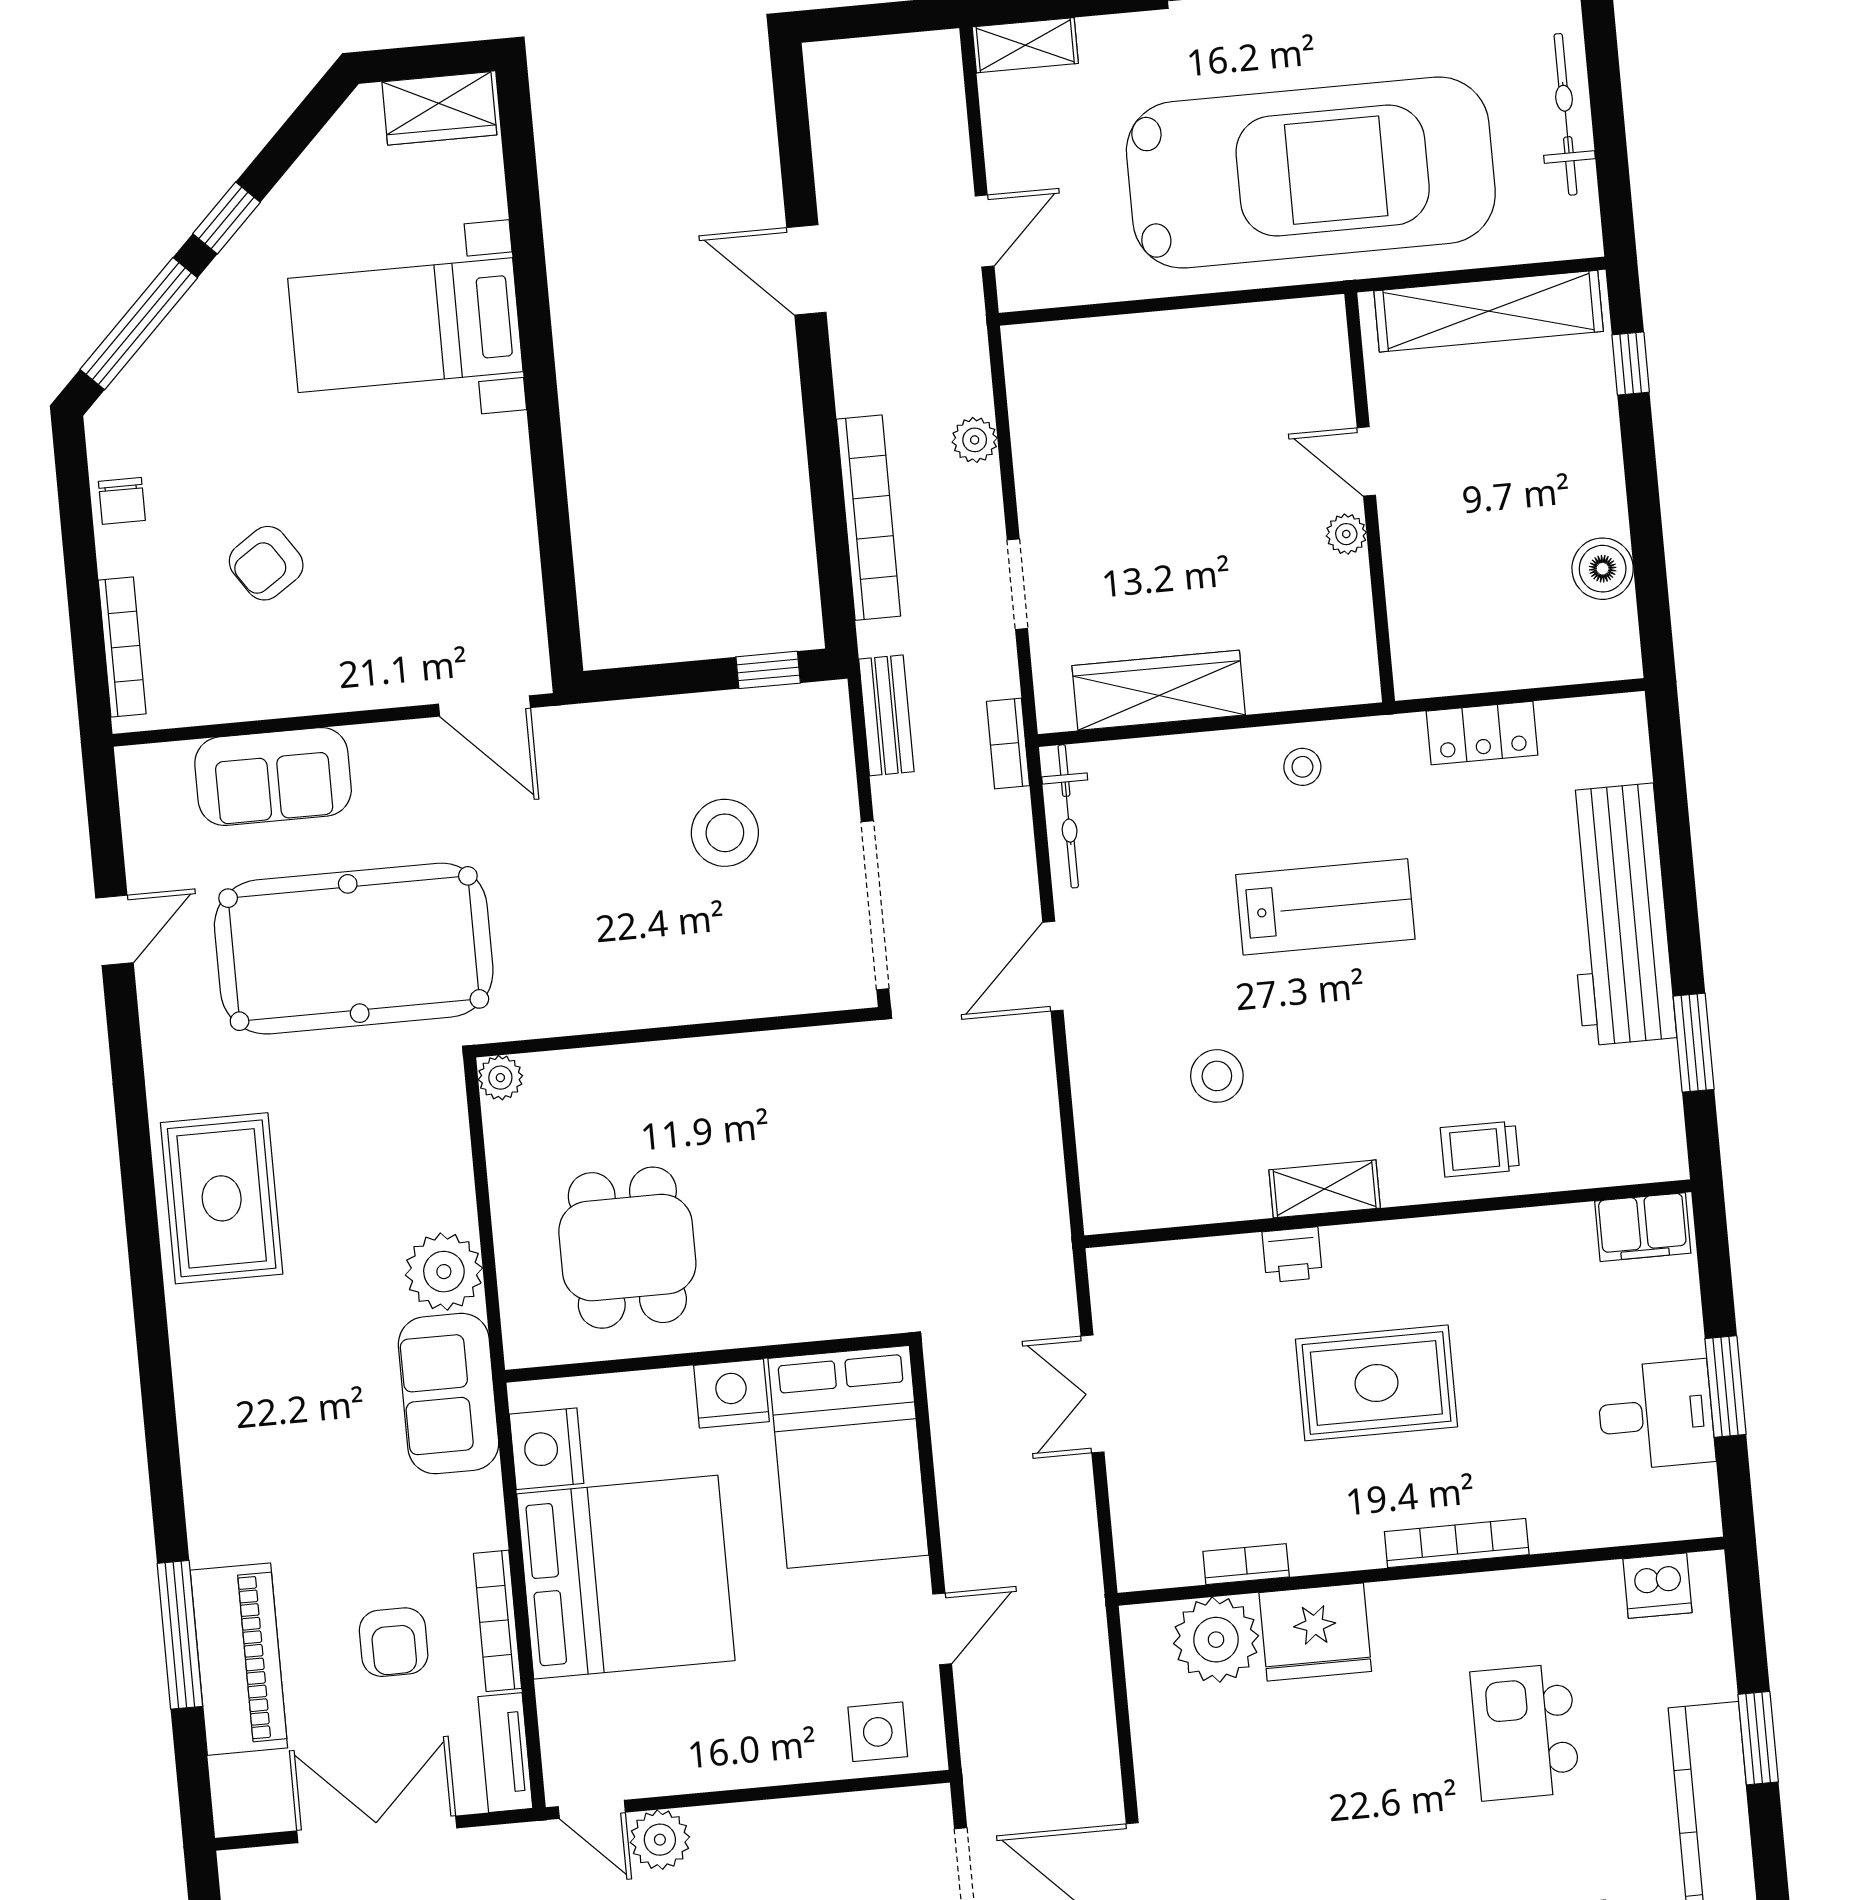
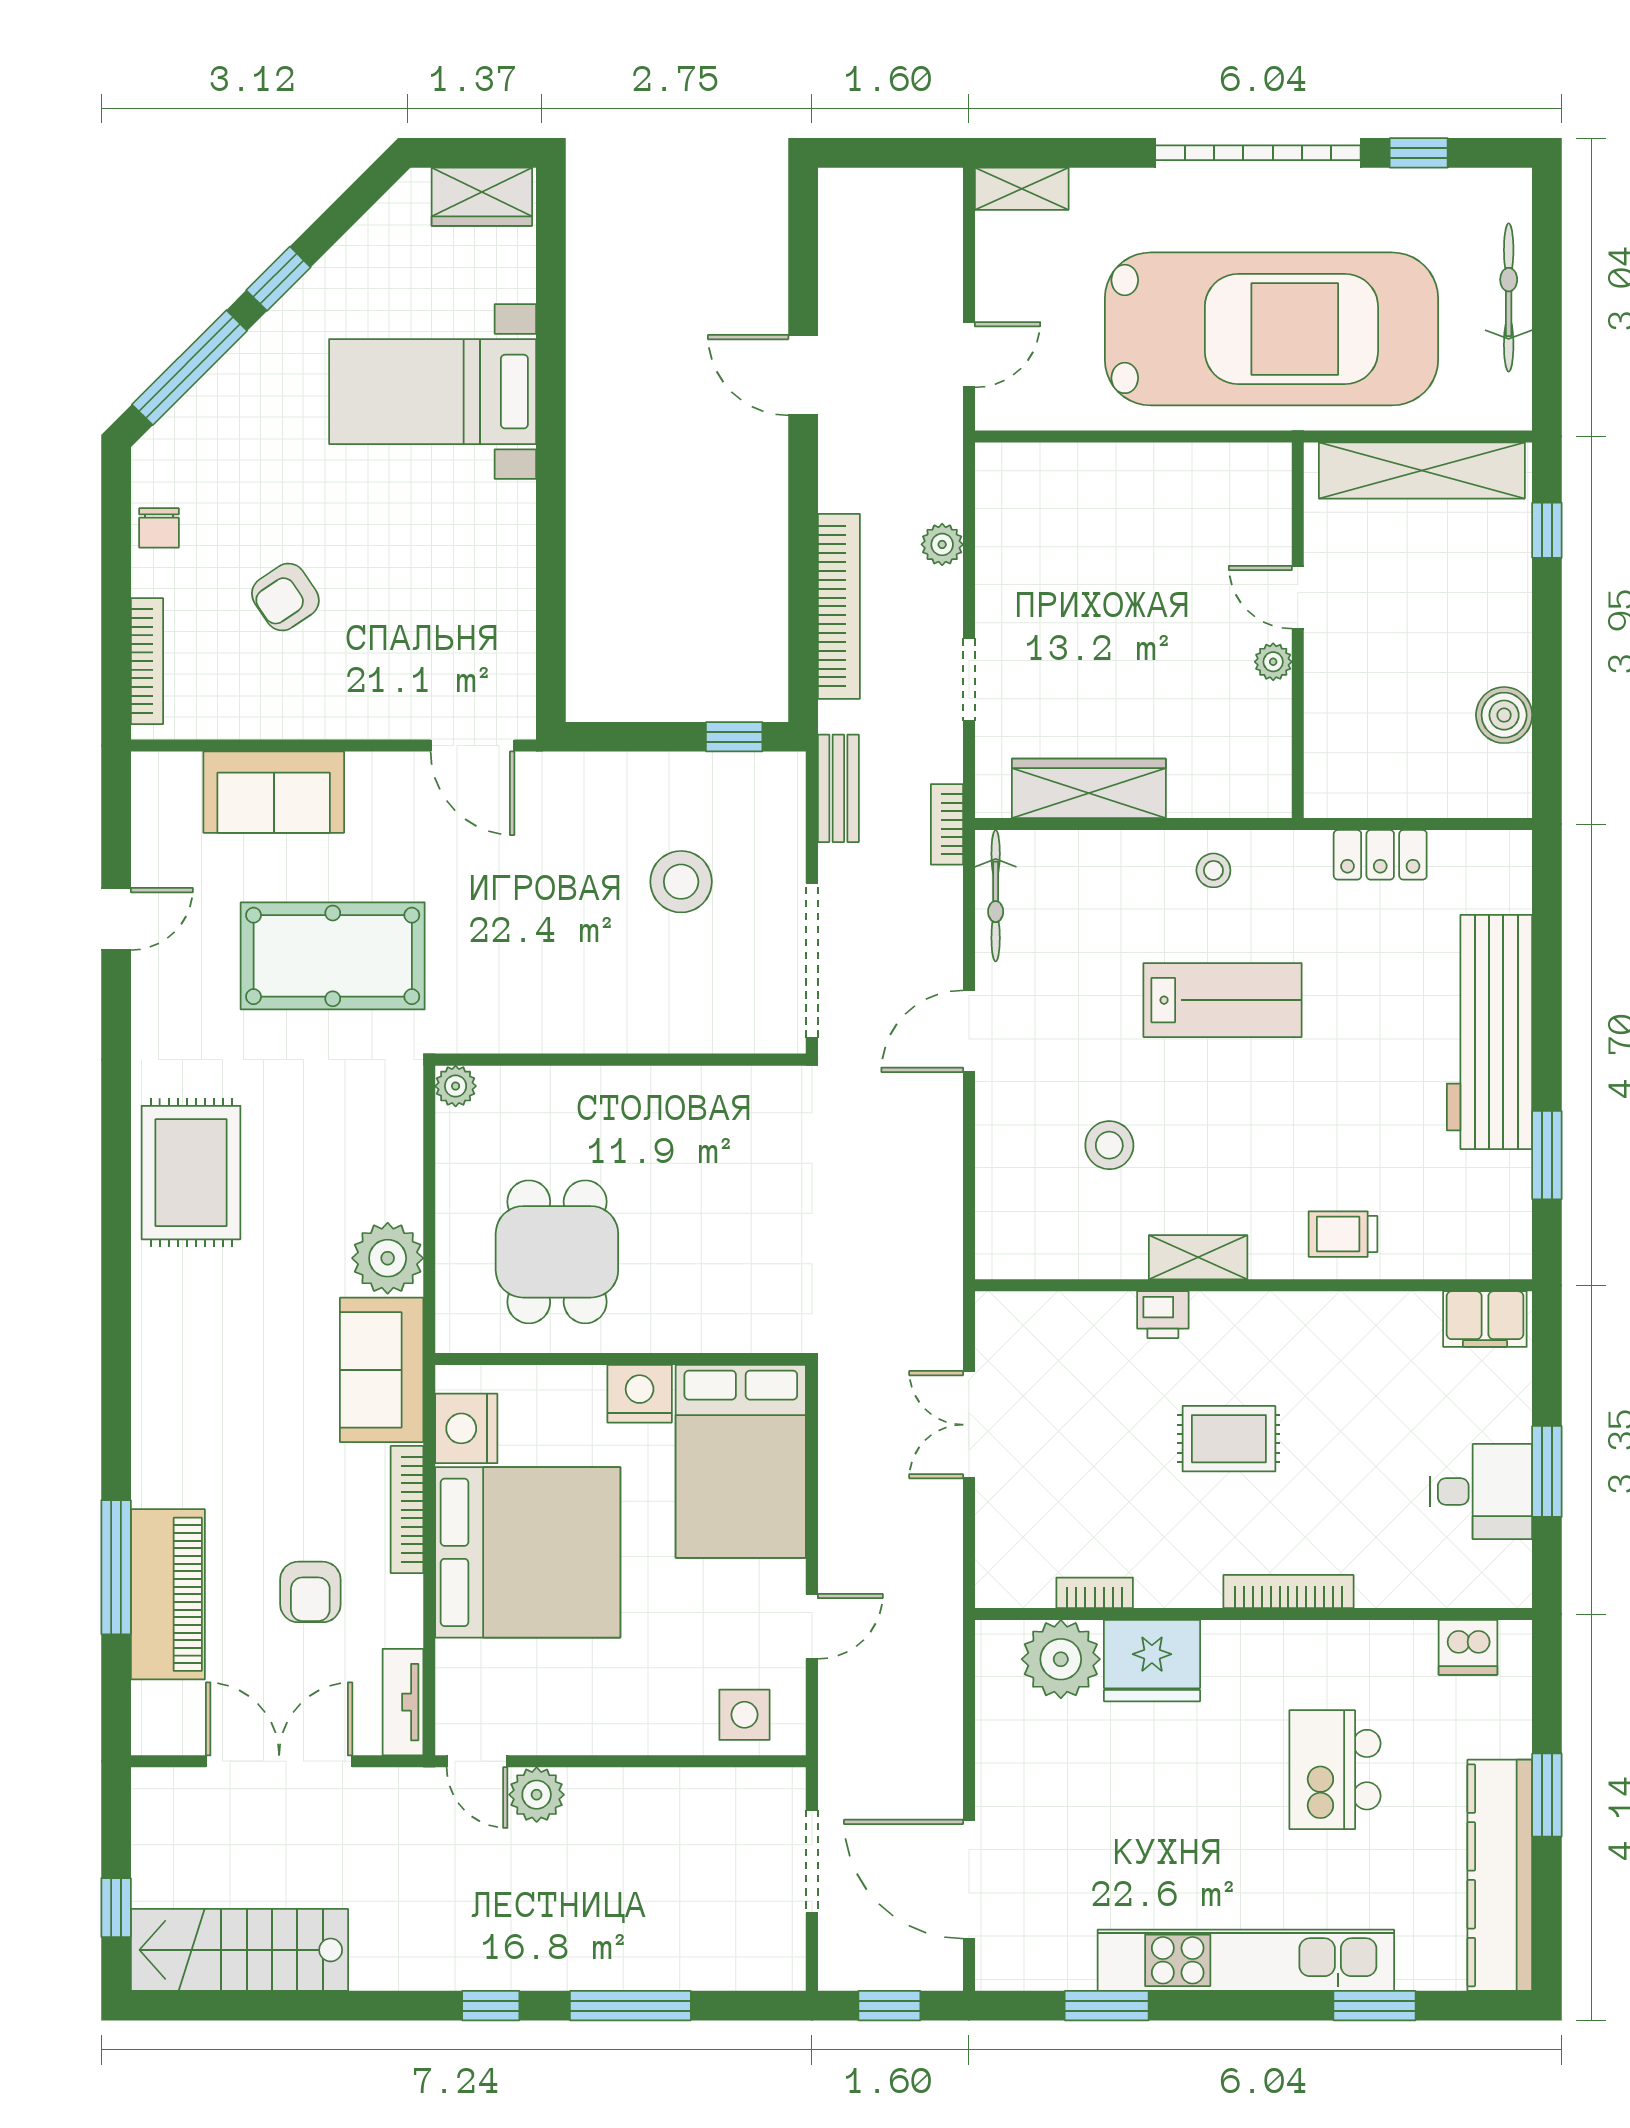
pool table: (354, 949) -> (333, 956), width x0.73, depth x0.76
rug: (1376, 1383) -> (1229, 1439), width x0.73, depth x0.70
bookcase: (498, 1621) -> (407, 1510), moved

